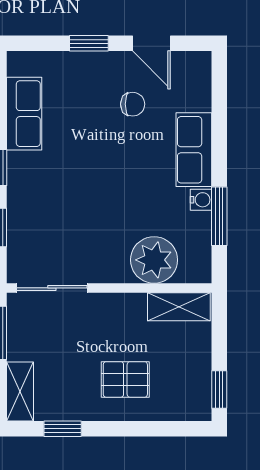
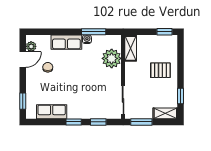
window: (89, 43) -> (23, 101), moved
plant: (183, 63) -> (31, 46), added
pallet: (125, 379) -> (160, 70), turned 90

